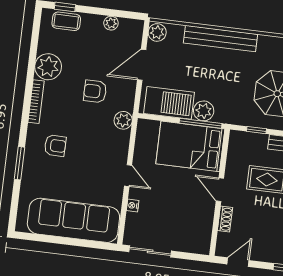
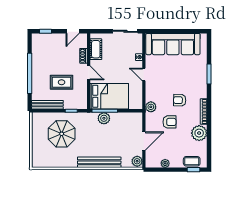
barbecue: (169, 103) -> (125, 120), removed
armchair: (55, 146) -> (180, 100), moved
cot: (203, 228) -> (96, 49), added

